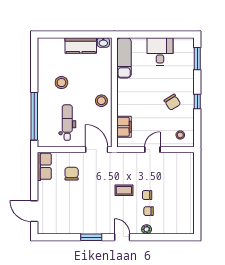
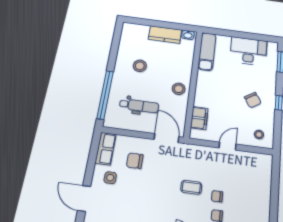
desk: (160, 52) -> (248, 51), width x1.37
dental chair: (67, 123) -> (139, 106), turned 90
chair: (72, 174) -> (135, 161), turned -90
side table: (53, 191) -> (110, 178), added

